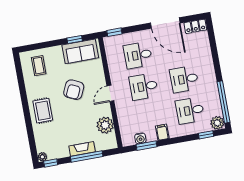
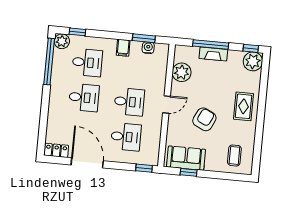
plant: (42, 157) -> (253, 61), width x1.88, depth x1.88

